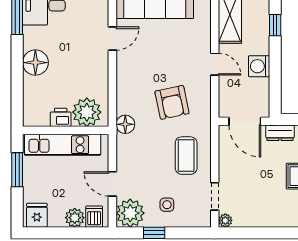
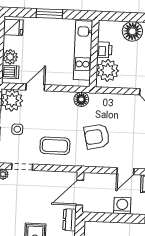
plant: (87, 112) -> (108, 70), moved
printer: (61, 117) -> (104, 50), moved
wall: (66, 130) -> (94, 53), moved
kitchen unit: (63, 145) -> (83, 50), moved

